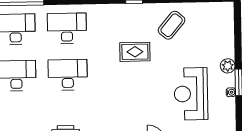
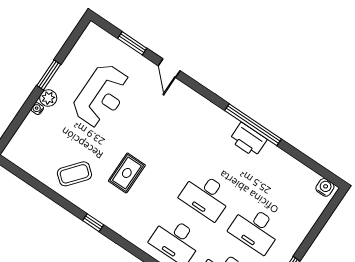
rug: (135, 52) -> (127, 173), turned 90
water cooler: (231, 92) -> (37, 109), moved

